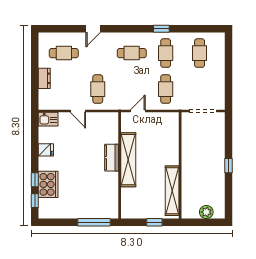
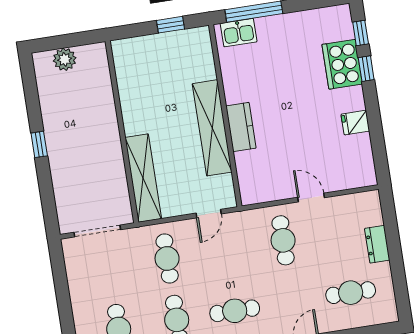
kitchen sink: (48, 119) -> (239, 33), moved, turned 180
shelving: (172, 191) -> (143, 178), moved
window: (154, 222) -> (170, 25), moved

